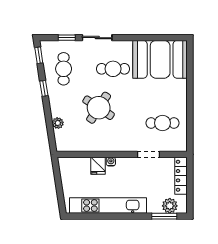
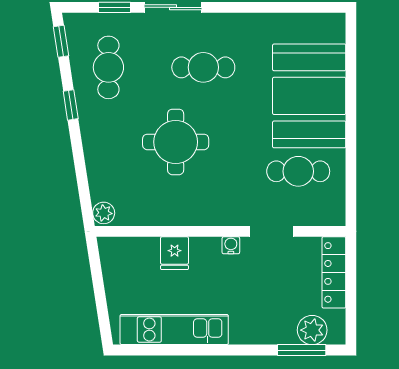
booth: (160, 59) -> (309, 96), moved, turned 90
round table: (99, 108) -> (176, 142), turned -33
plant: (58, 123) -> (104, 213), moved
water cooler: (111, 162) -> (231, 245), moved
kitchen unit: (108, 205) -> (174, 330), width x0.73

